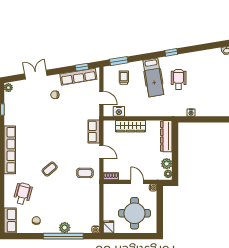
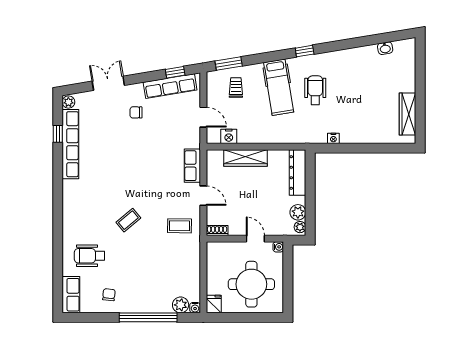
row of seats: (10, 150) -> (70, 144), moved
wheelchair: (23, 194) -> (89, 256), turned -105
plant: (65, 228) -> (181, 305), moved

